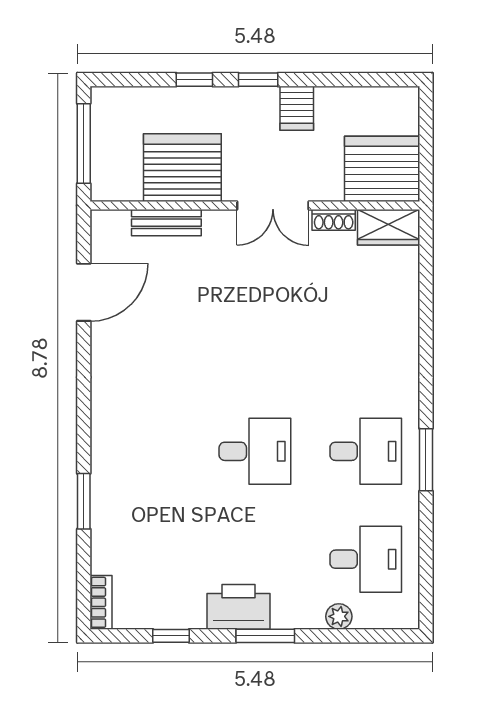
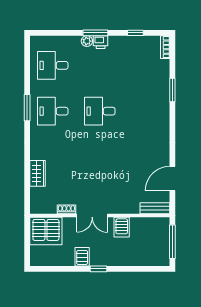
window: (194, 80) -> (126, 269), removed
server rack: (182, 168) -> (122, 227), width x0.46, depth x0.70
double door: (273, 205) -> (92, 215), swing flipped
bench: (166, 223) -> (155, 208), moved
wardrobe: (388, 227) -> (38, 173), moved, turned 90
printer: (239, 607) -> (101, 42), width x0.53, depth x0.68
plant: (339, 616) -> (87, 41), moved

